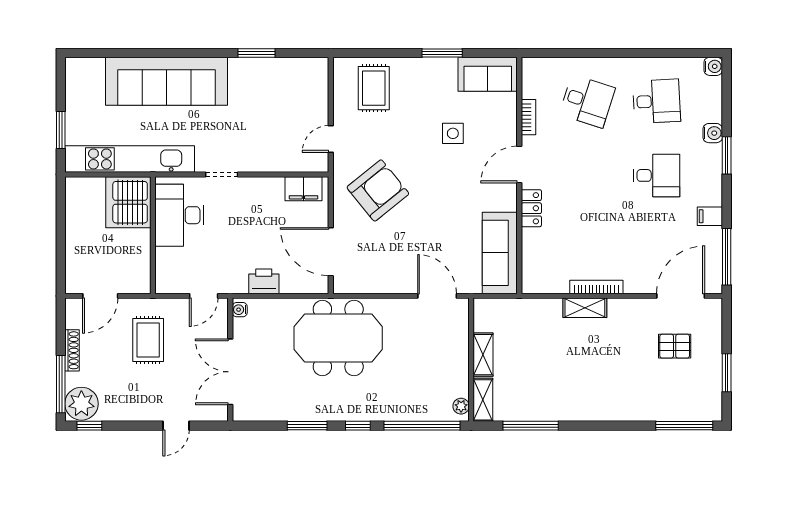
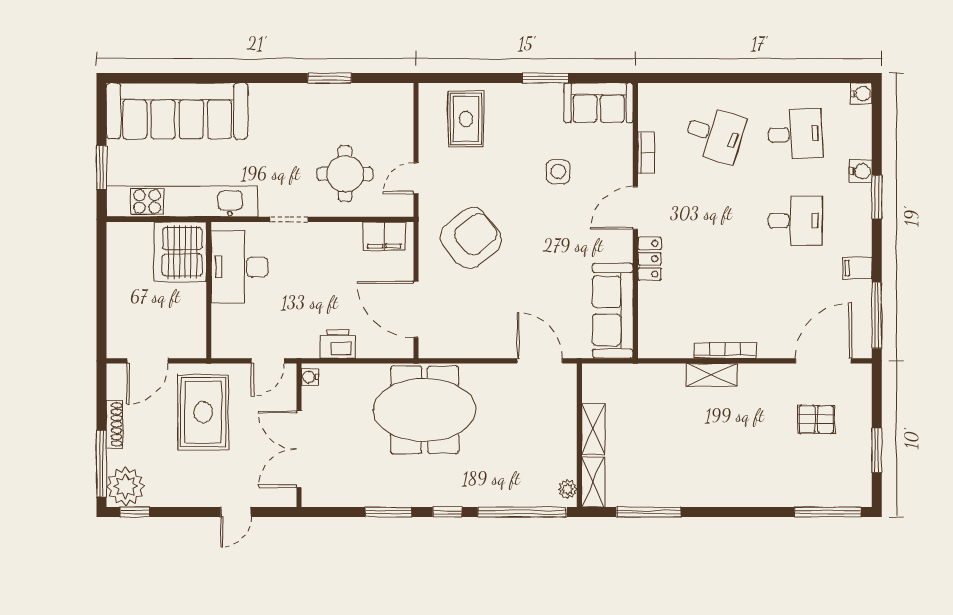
sofa: (166, 81) -> (177, 111), moved
round table: (270, 135) -> (345, 174), added
rug: (148, 340) -> (203, 412), width x1.36, depth x1.43

